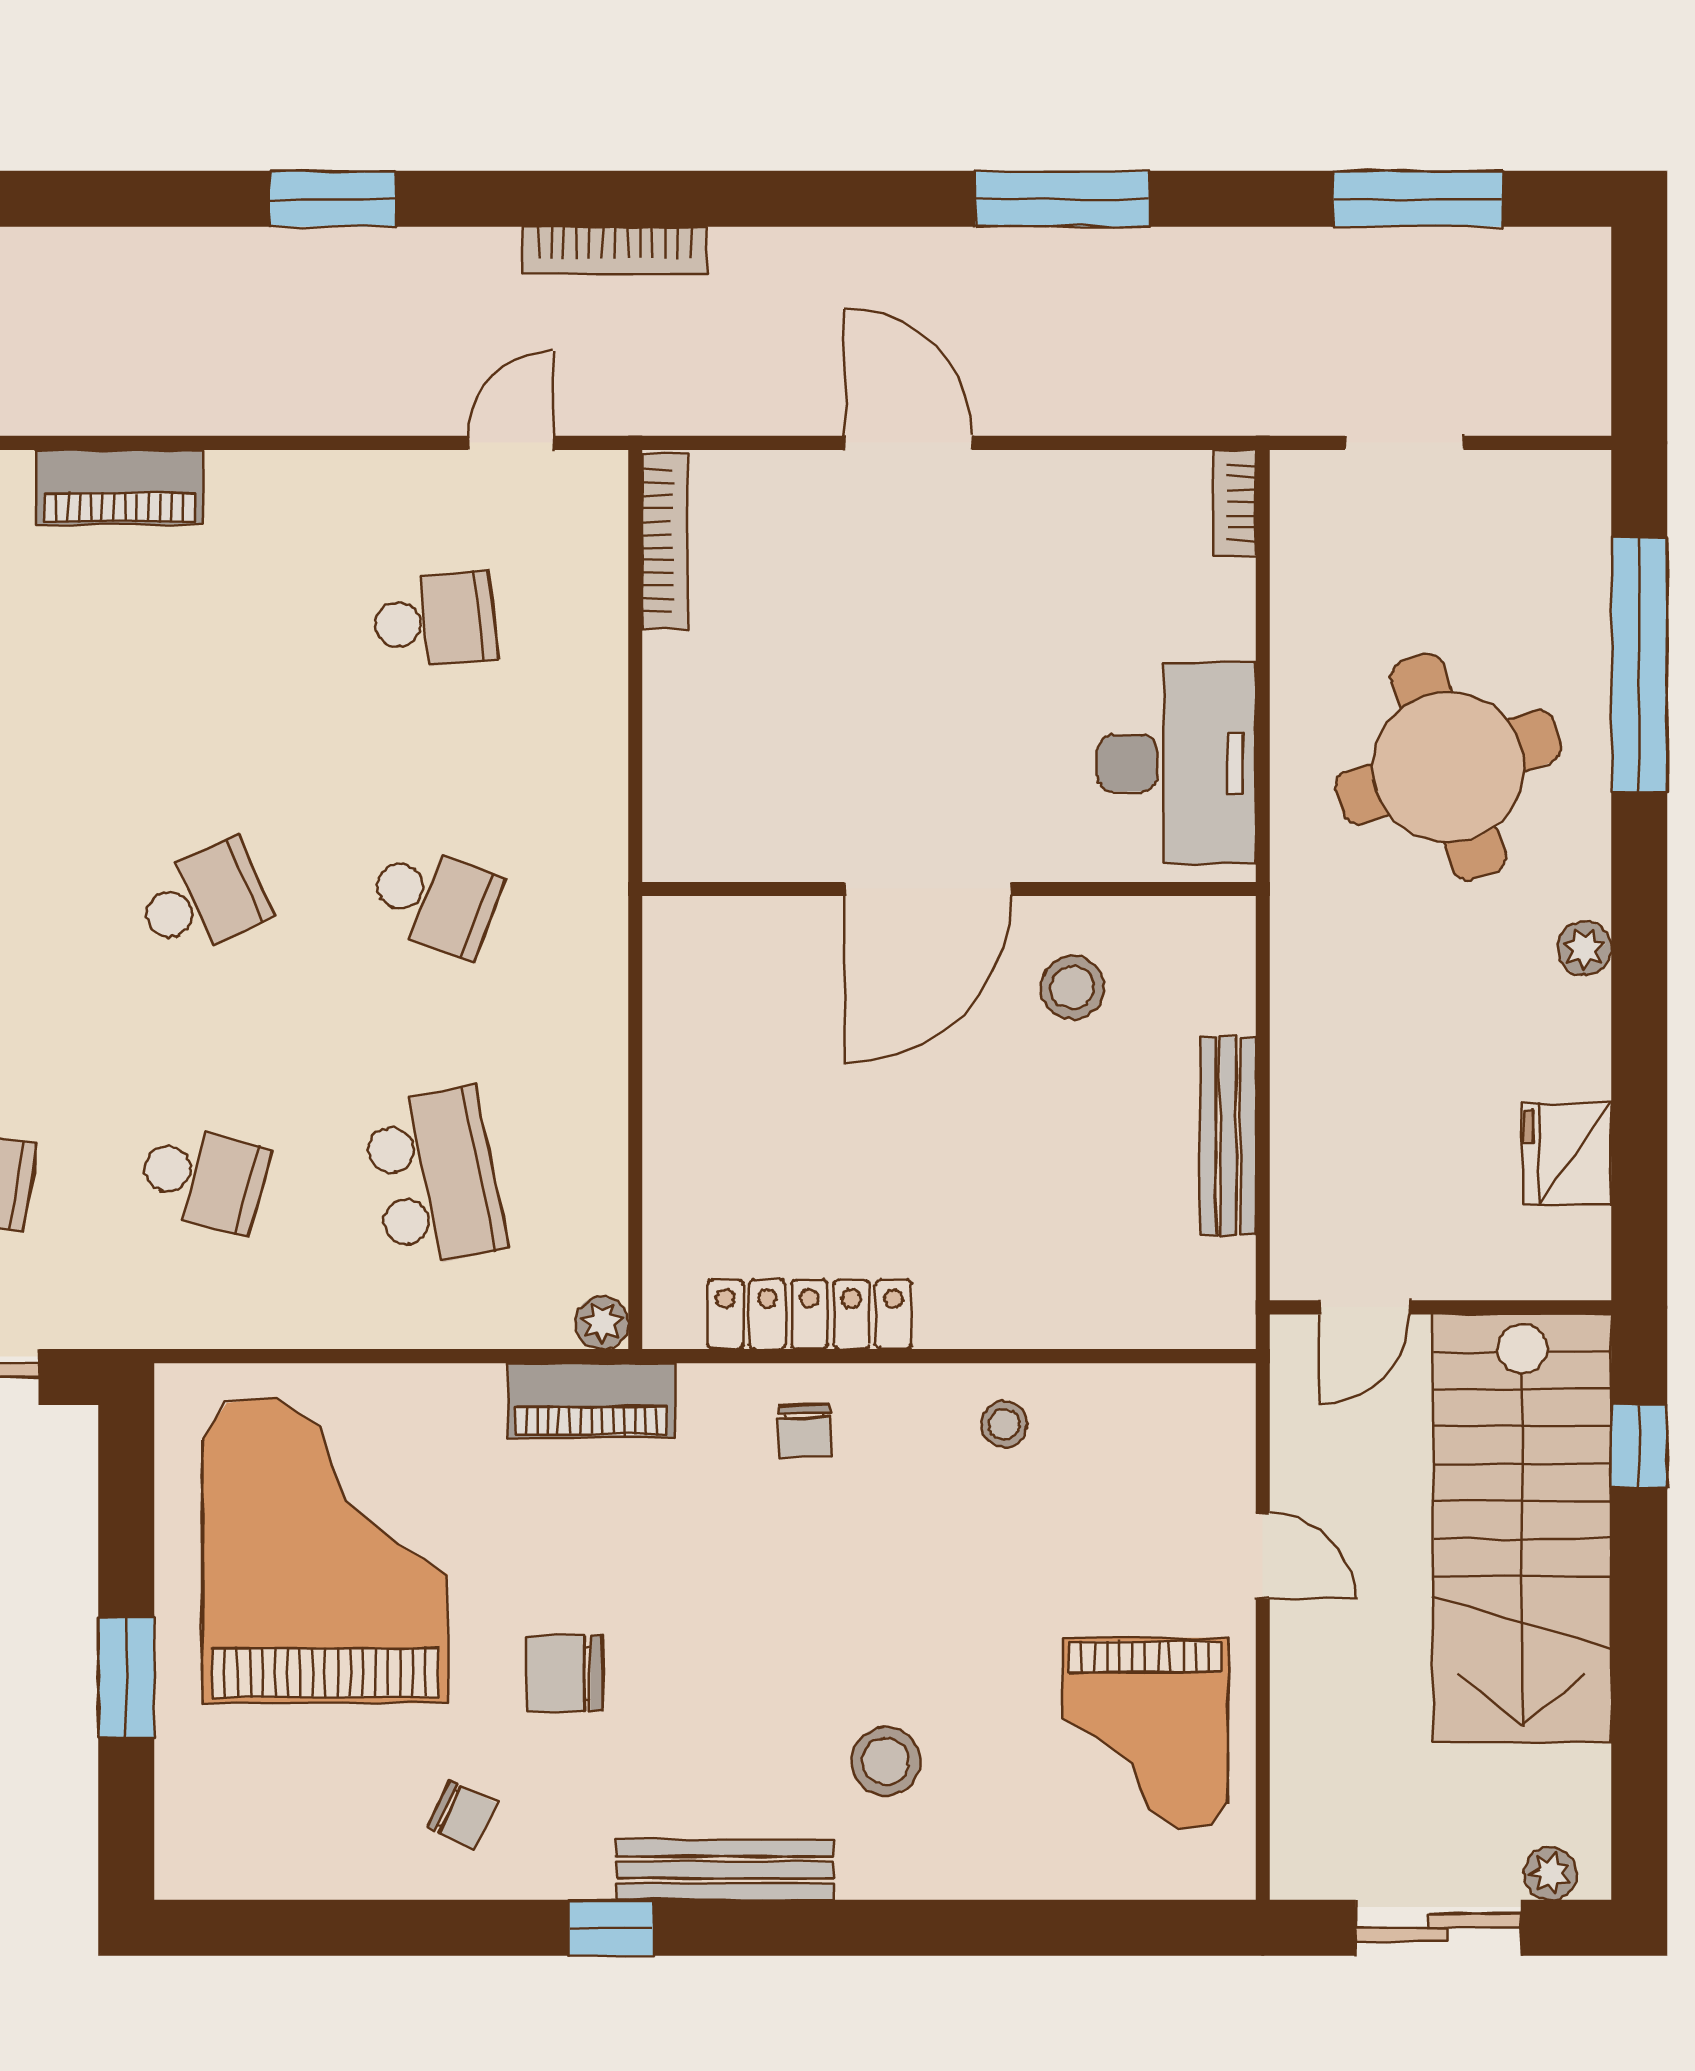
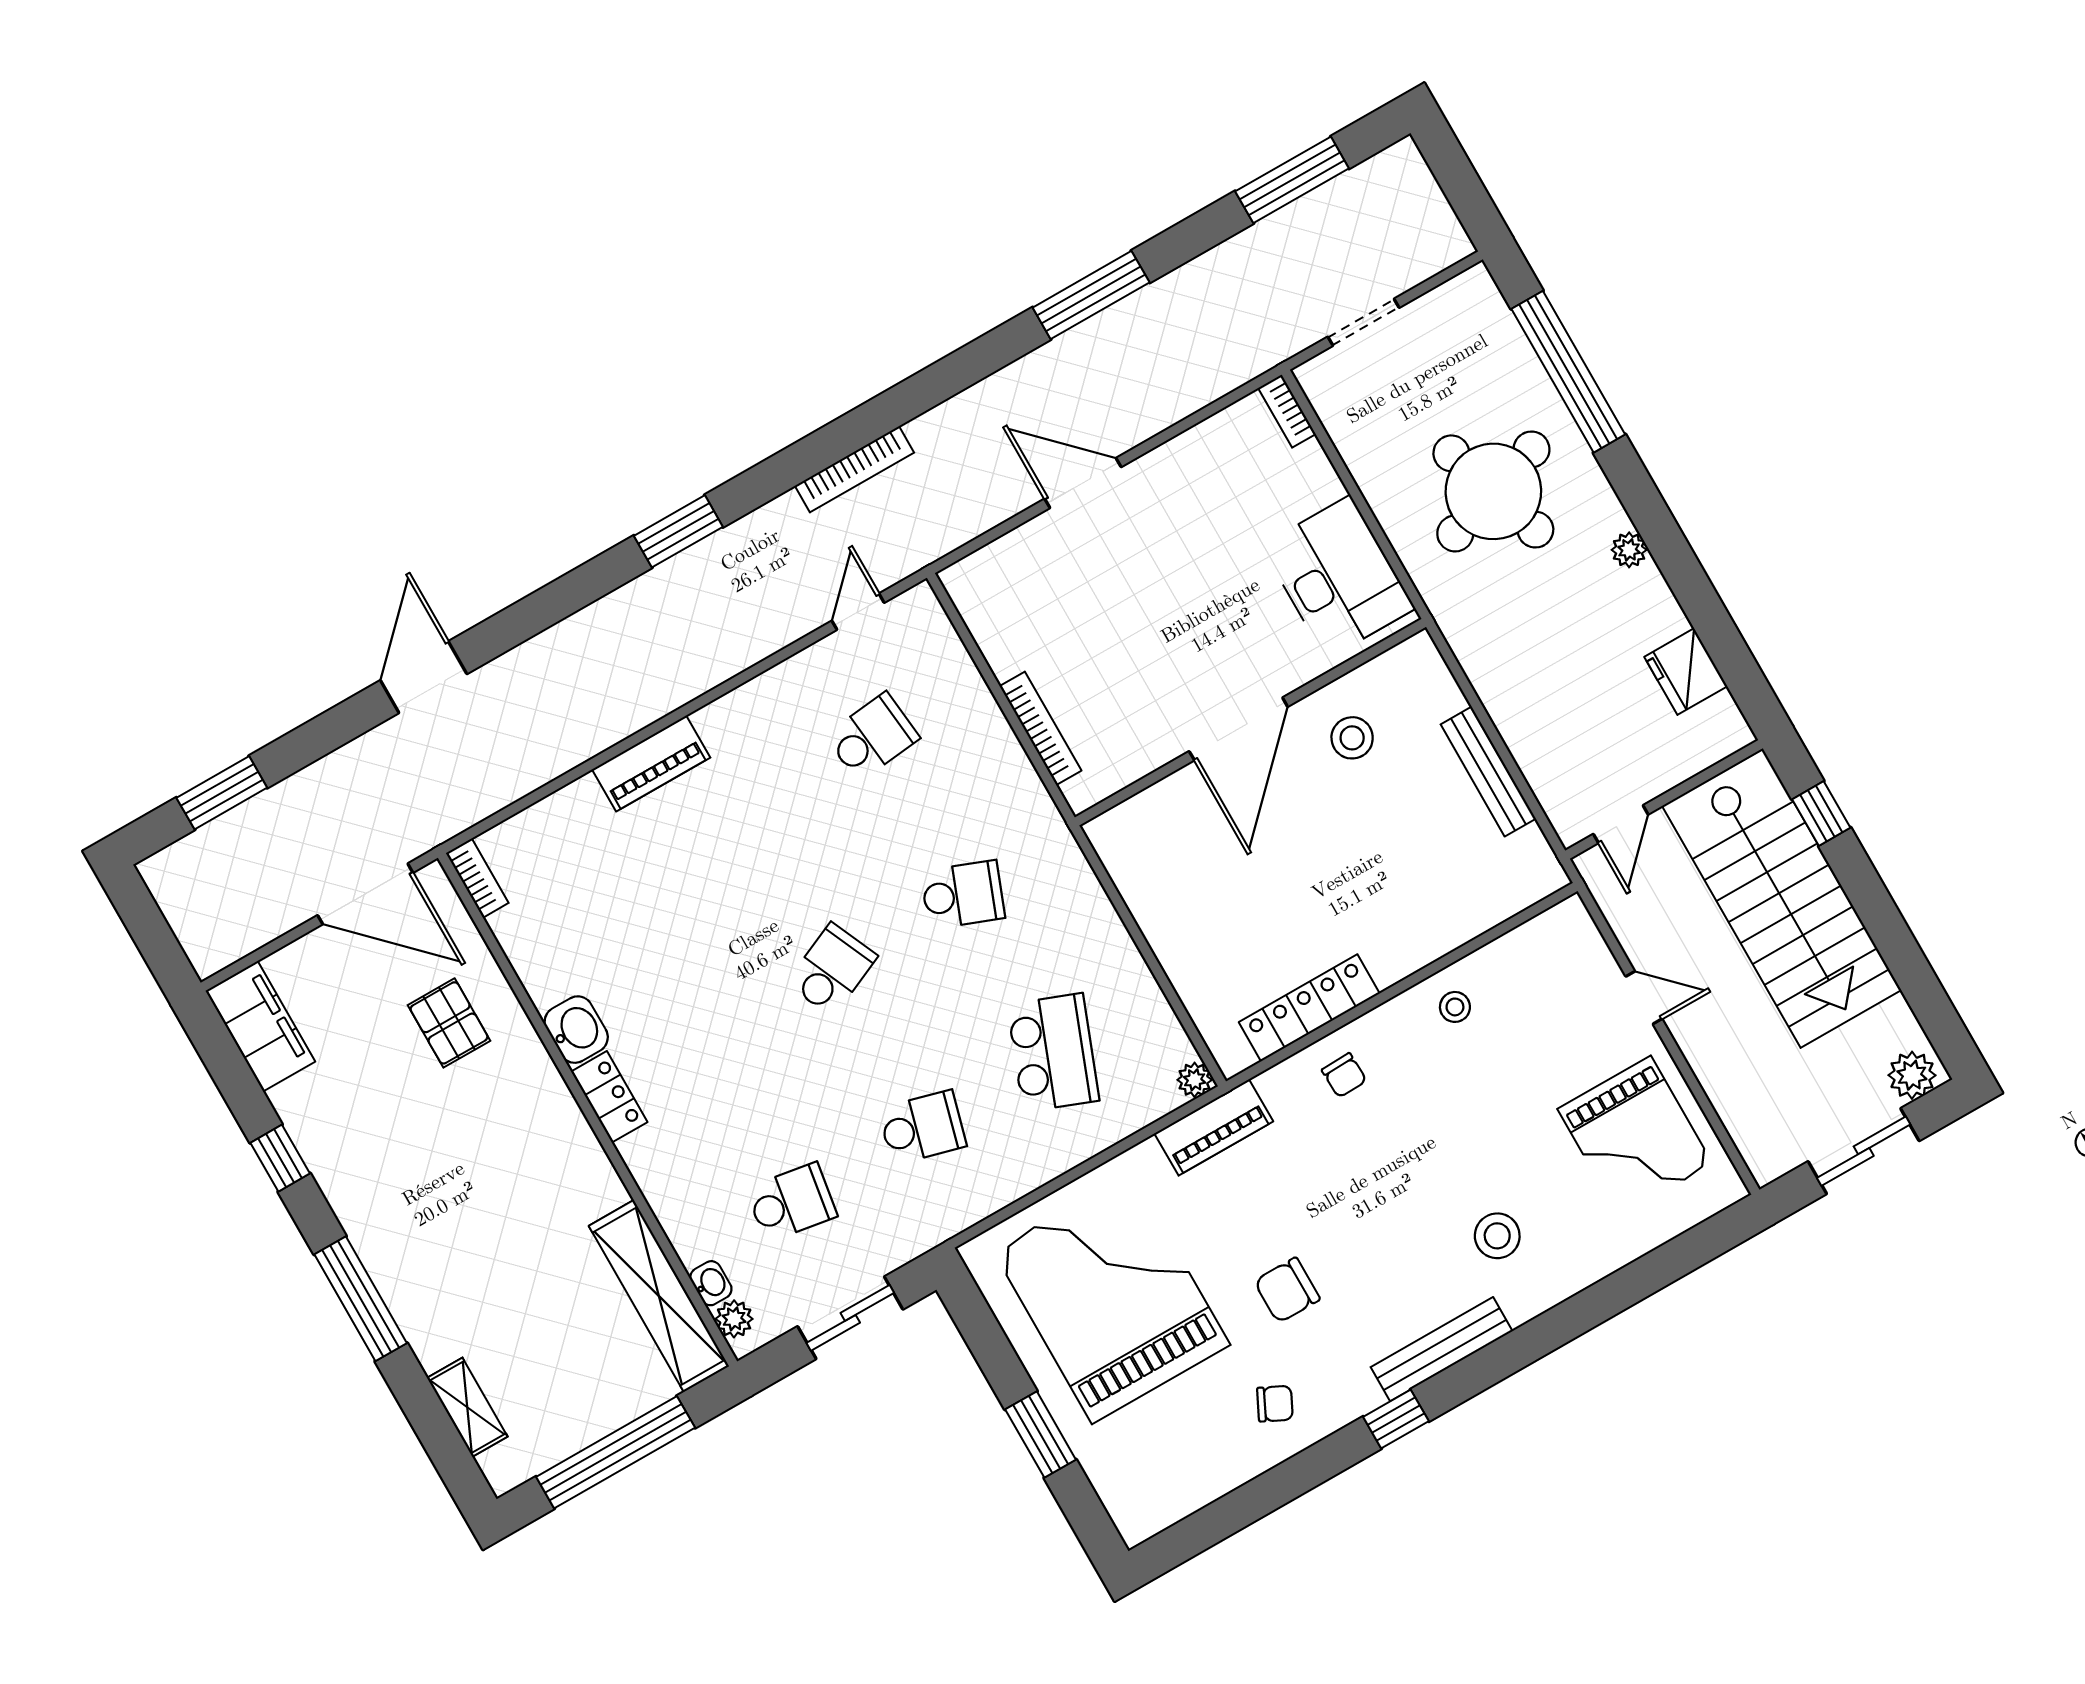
bookcase: (665, 541) -> (1040, 728), moved
school desk: (434, 1179) -> (1053, 1053), turned 33
plant: (1551, 1874) -> (1912, 1075), width x1.38, depth x1.38

